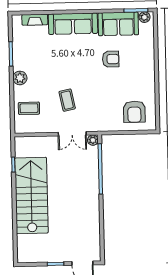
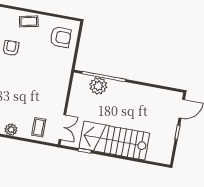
coffee table: (67, 100) -> (29, 21), moved
double door: (72, 134) -> (62, 127), moved
plant: (93, 140) -> (98, 86), moved, width x1.88, depth x1.88

